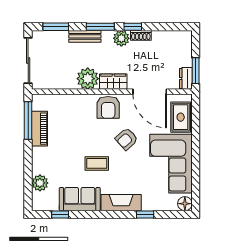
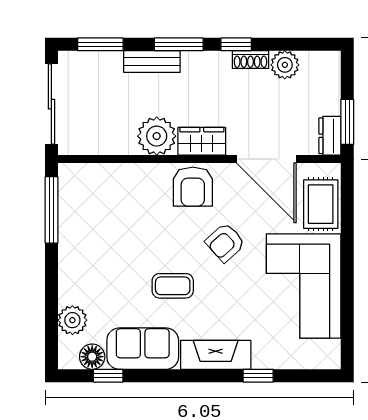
plant: (121, 38) -> (285, 65), moved
piano: (39, 129) -> (72, 224), removed
floor lamp: (185, 204) -> (92, 357), moved

